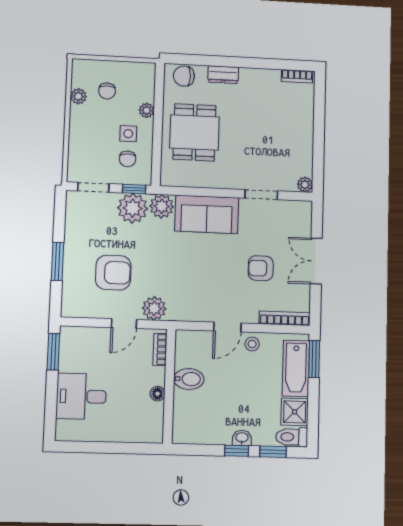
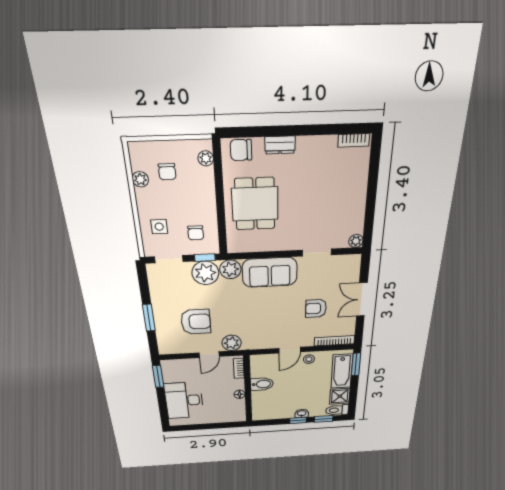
plant: (147, 110) -> (206, 158), moved
side table: (128, 134) -> (159, 227), moved
desk: (81, 396) -> (184, 400), width x1.37

